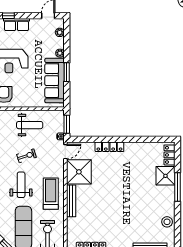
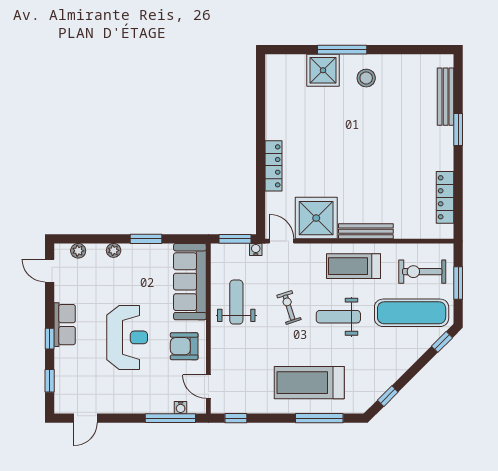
sofa: (55, 81) -> (190, 282), moved, turned 90
locker: (169, 155) -> (287, 63), removed
stool: (167, 222) -> (366, 78), moved

